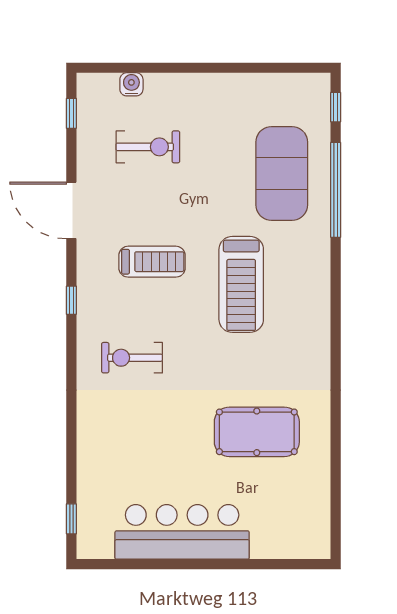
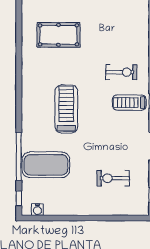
water cooler: (131, 84) -> (37, 210), moved
exercise mat: (282, 173) -> (46, 165), turned 90
treadmill: (152, 262) -> (129, 103), moved

